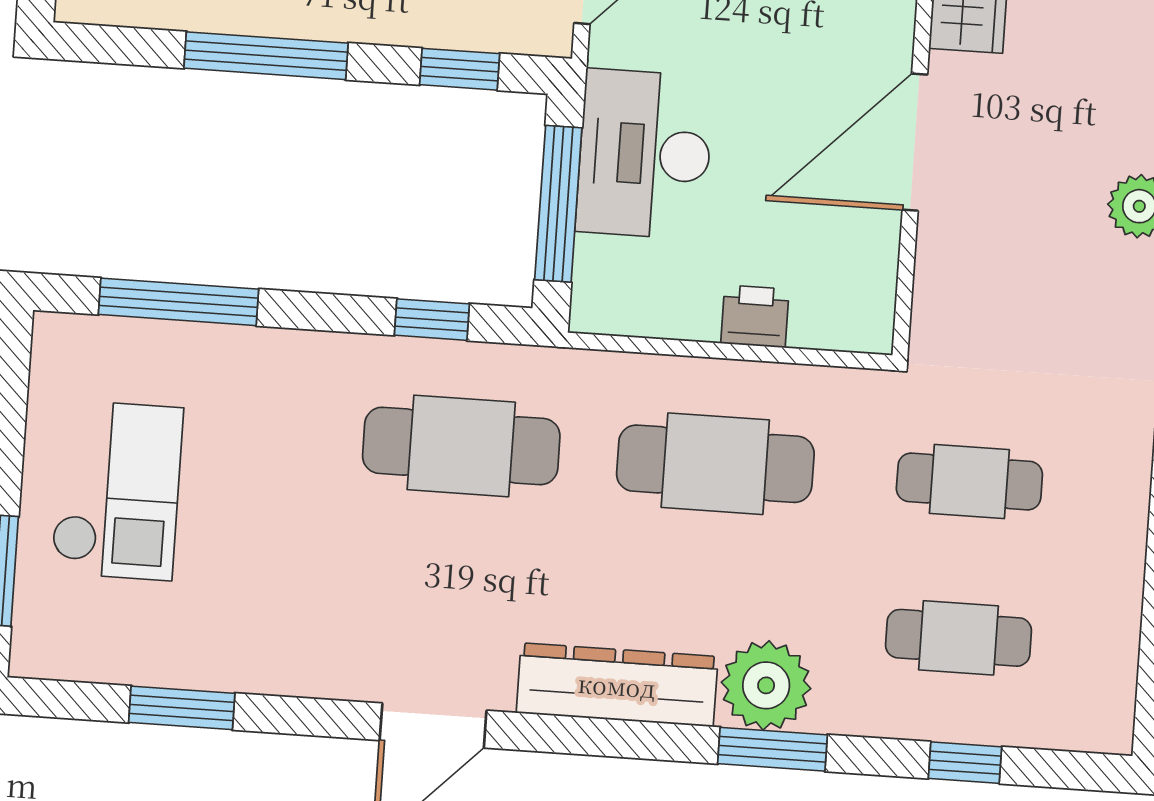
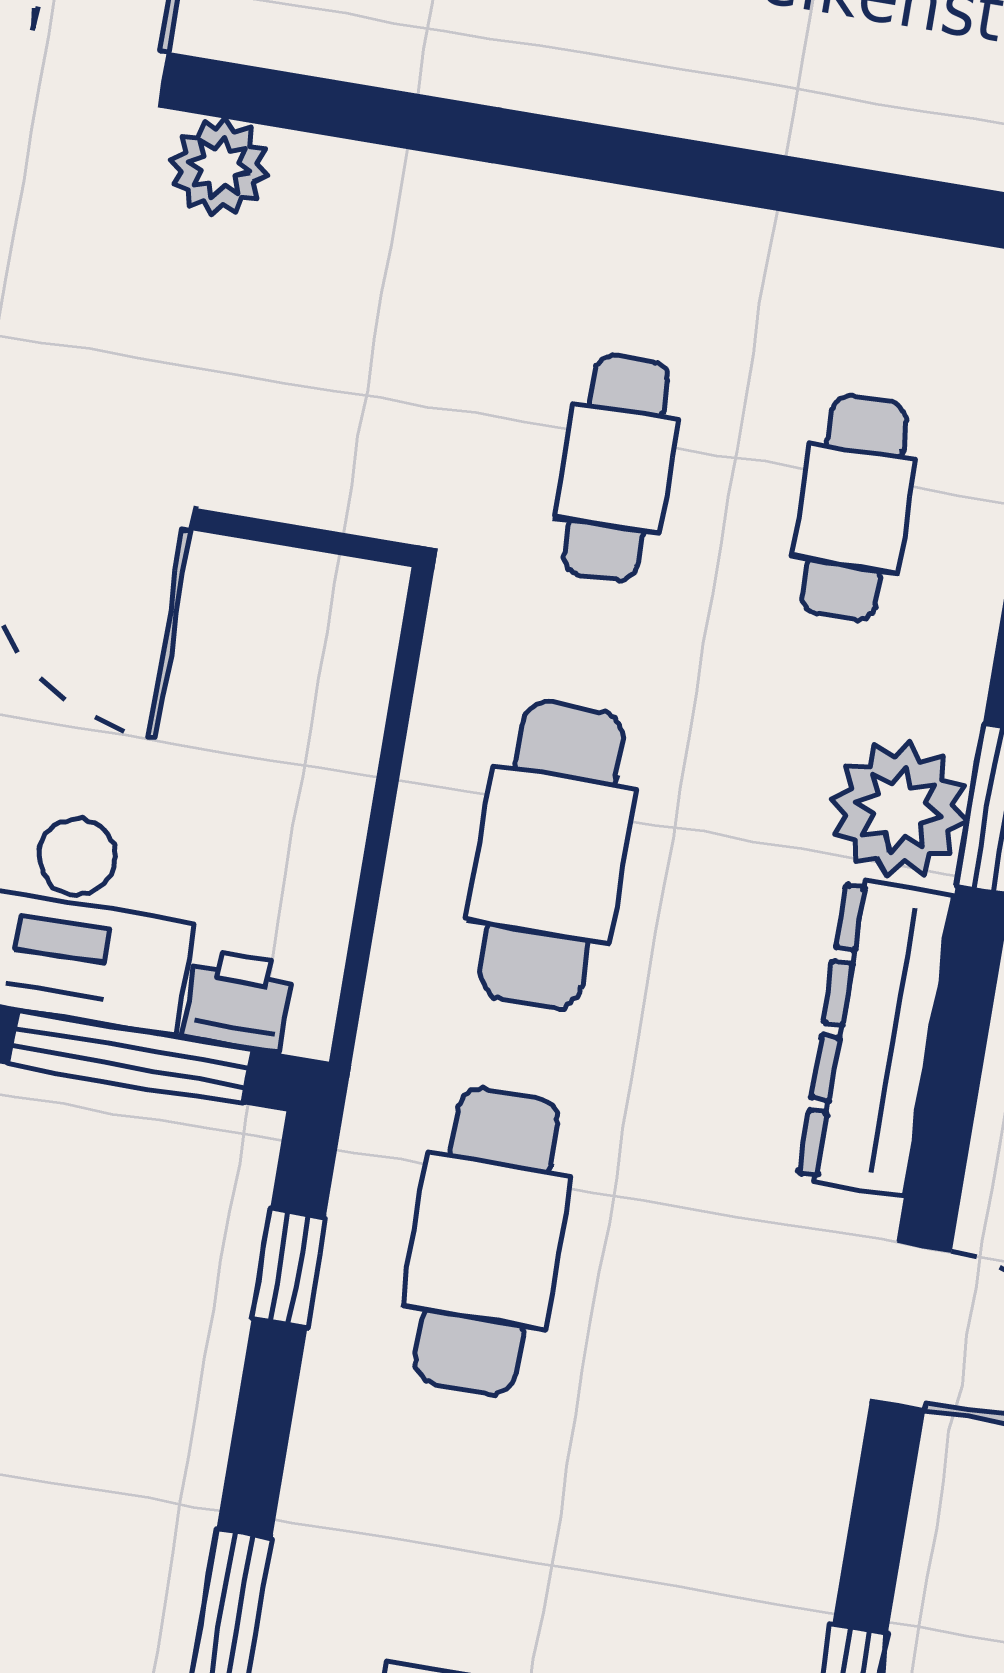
printer: (755, 316) -> (239, 1001), moved, turned 90

